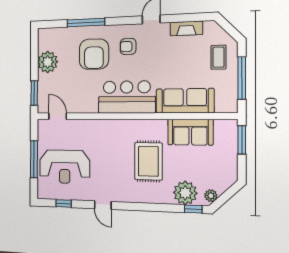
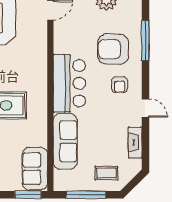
armchair: (128, 46) -> (120, 85), turned 180
sofa: (190, 132) -> (35, 169), moved

